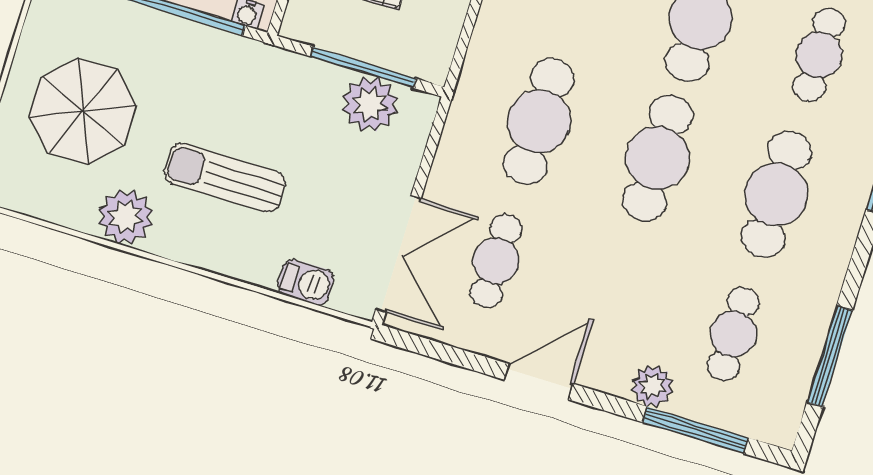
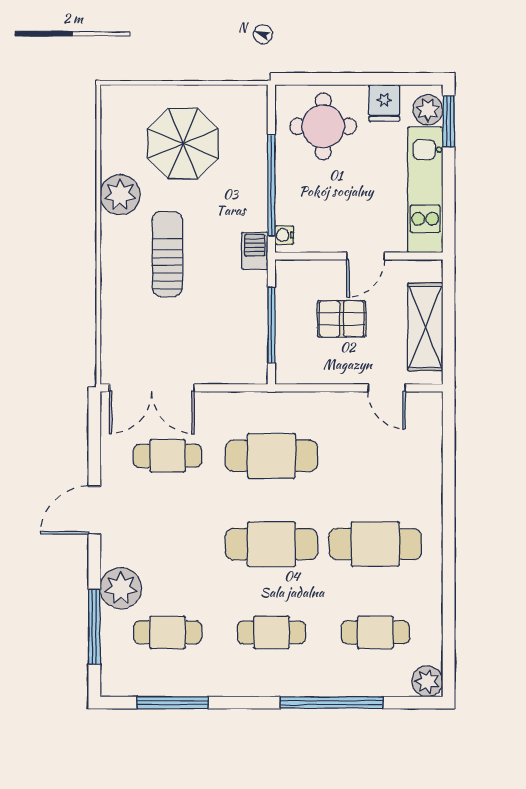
plant: (370, 104) -> (248, 337), removed
cafe table: (776, 194) -> (271, 632), width x0.73, depth x0.74
barbecue: (306, 282) -> (255, 251), moved, turned 180
door: (539, 382) -> (94, 510), swing flipped
plant: (652, 386) -> (121, 588), width x1.36, depth x1.36

